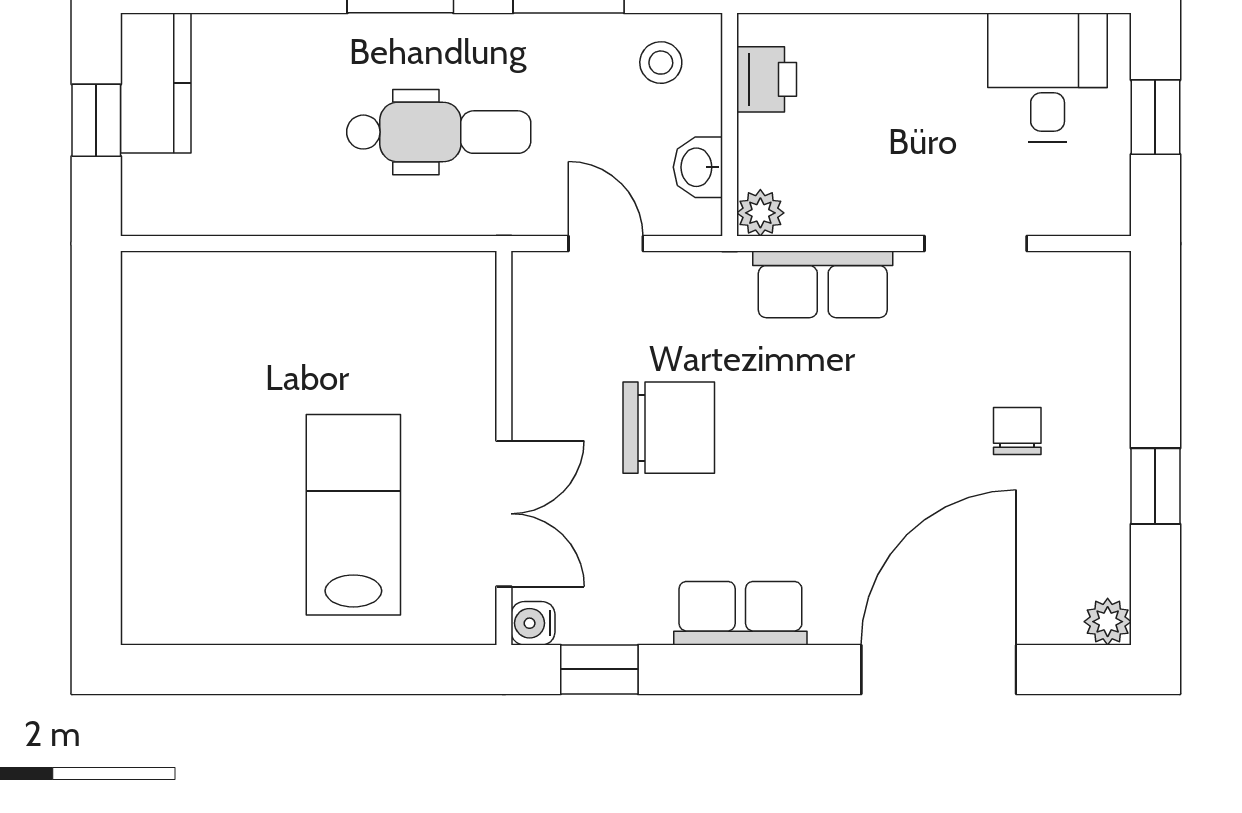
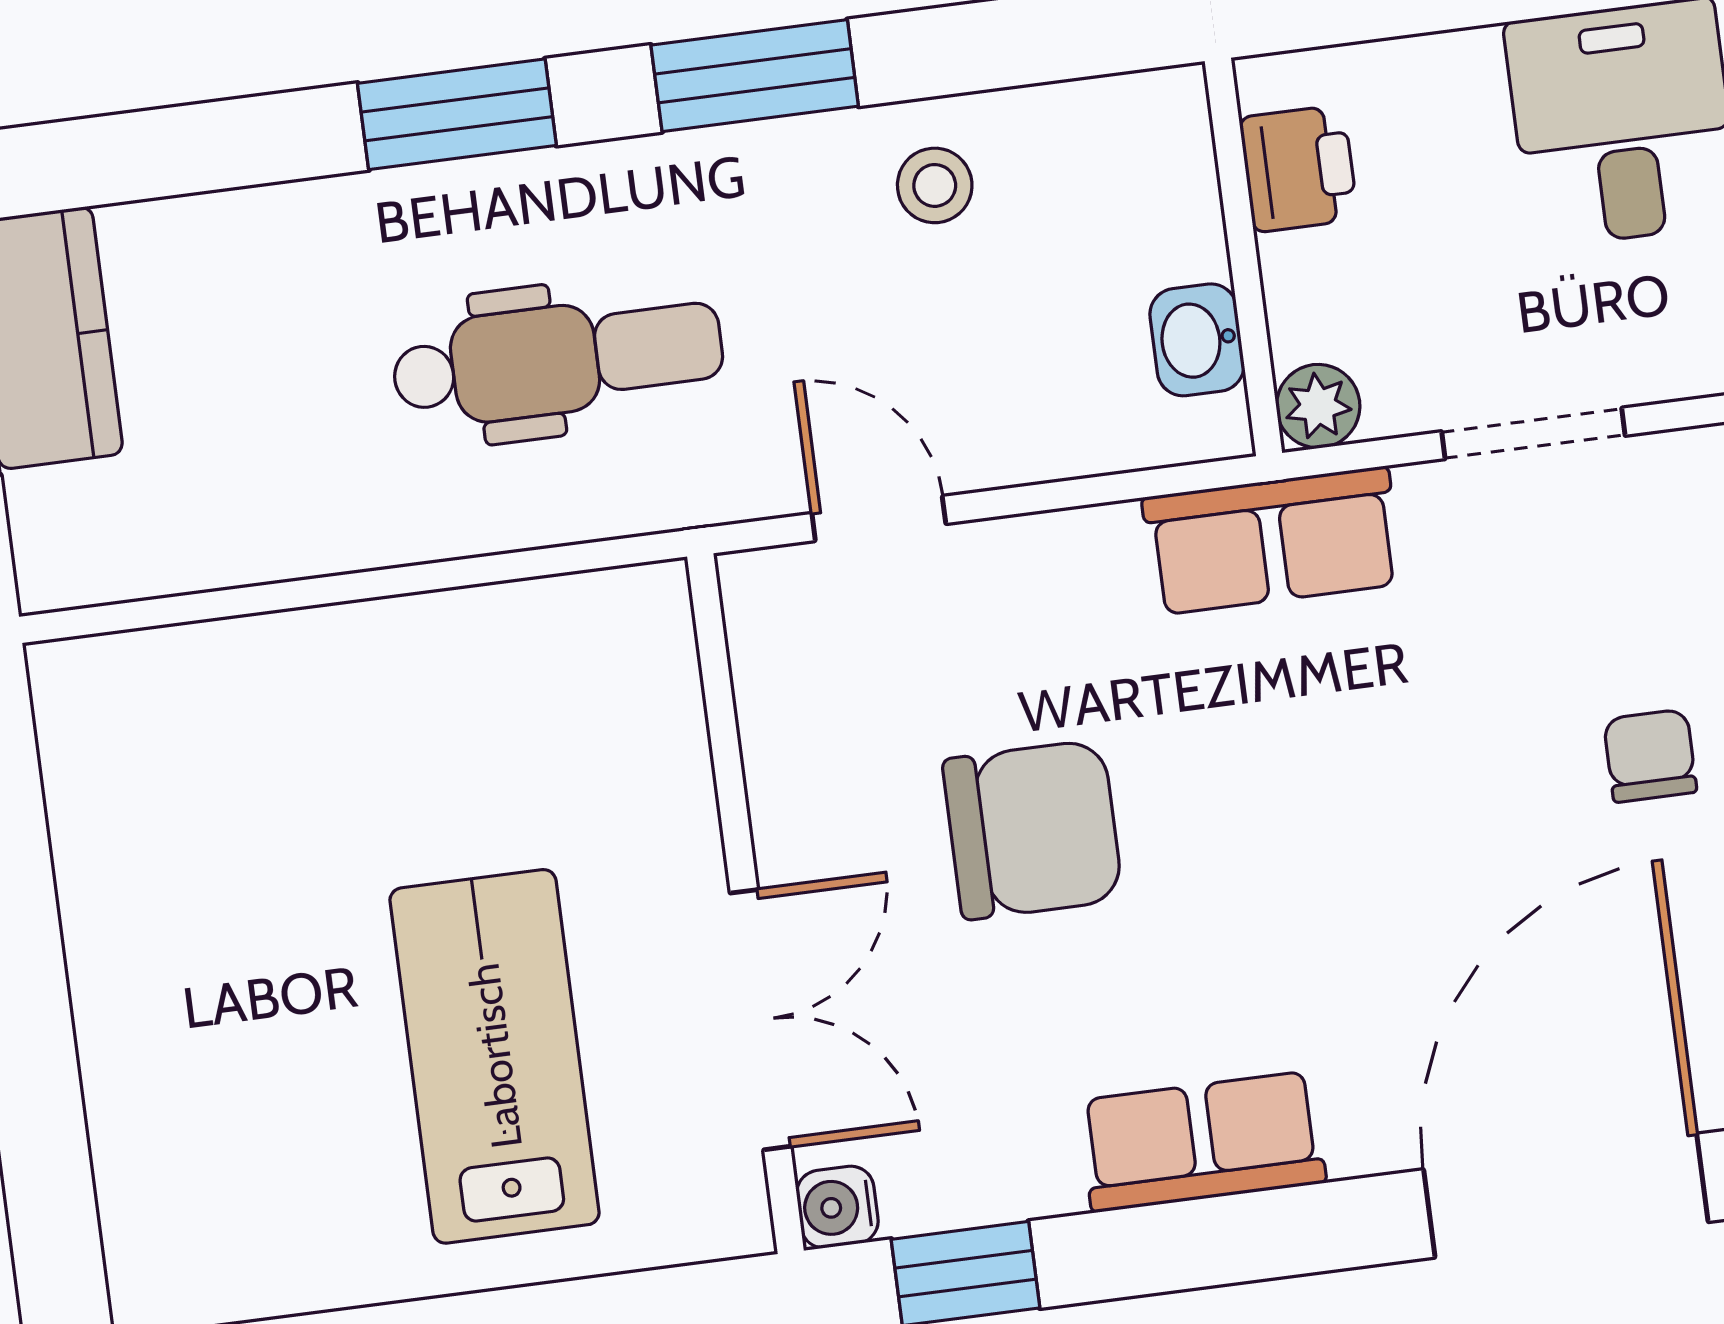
printer: (767, 79) -> (1299, 169), moved
wall: (730, 125) -> (1243, 257), moved
washbasin: (698, 167) -> (1197, 340), moved
plant: (760, 213) -> (1318, 406), moved

